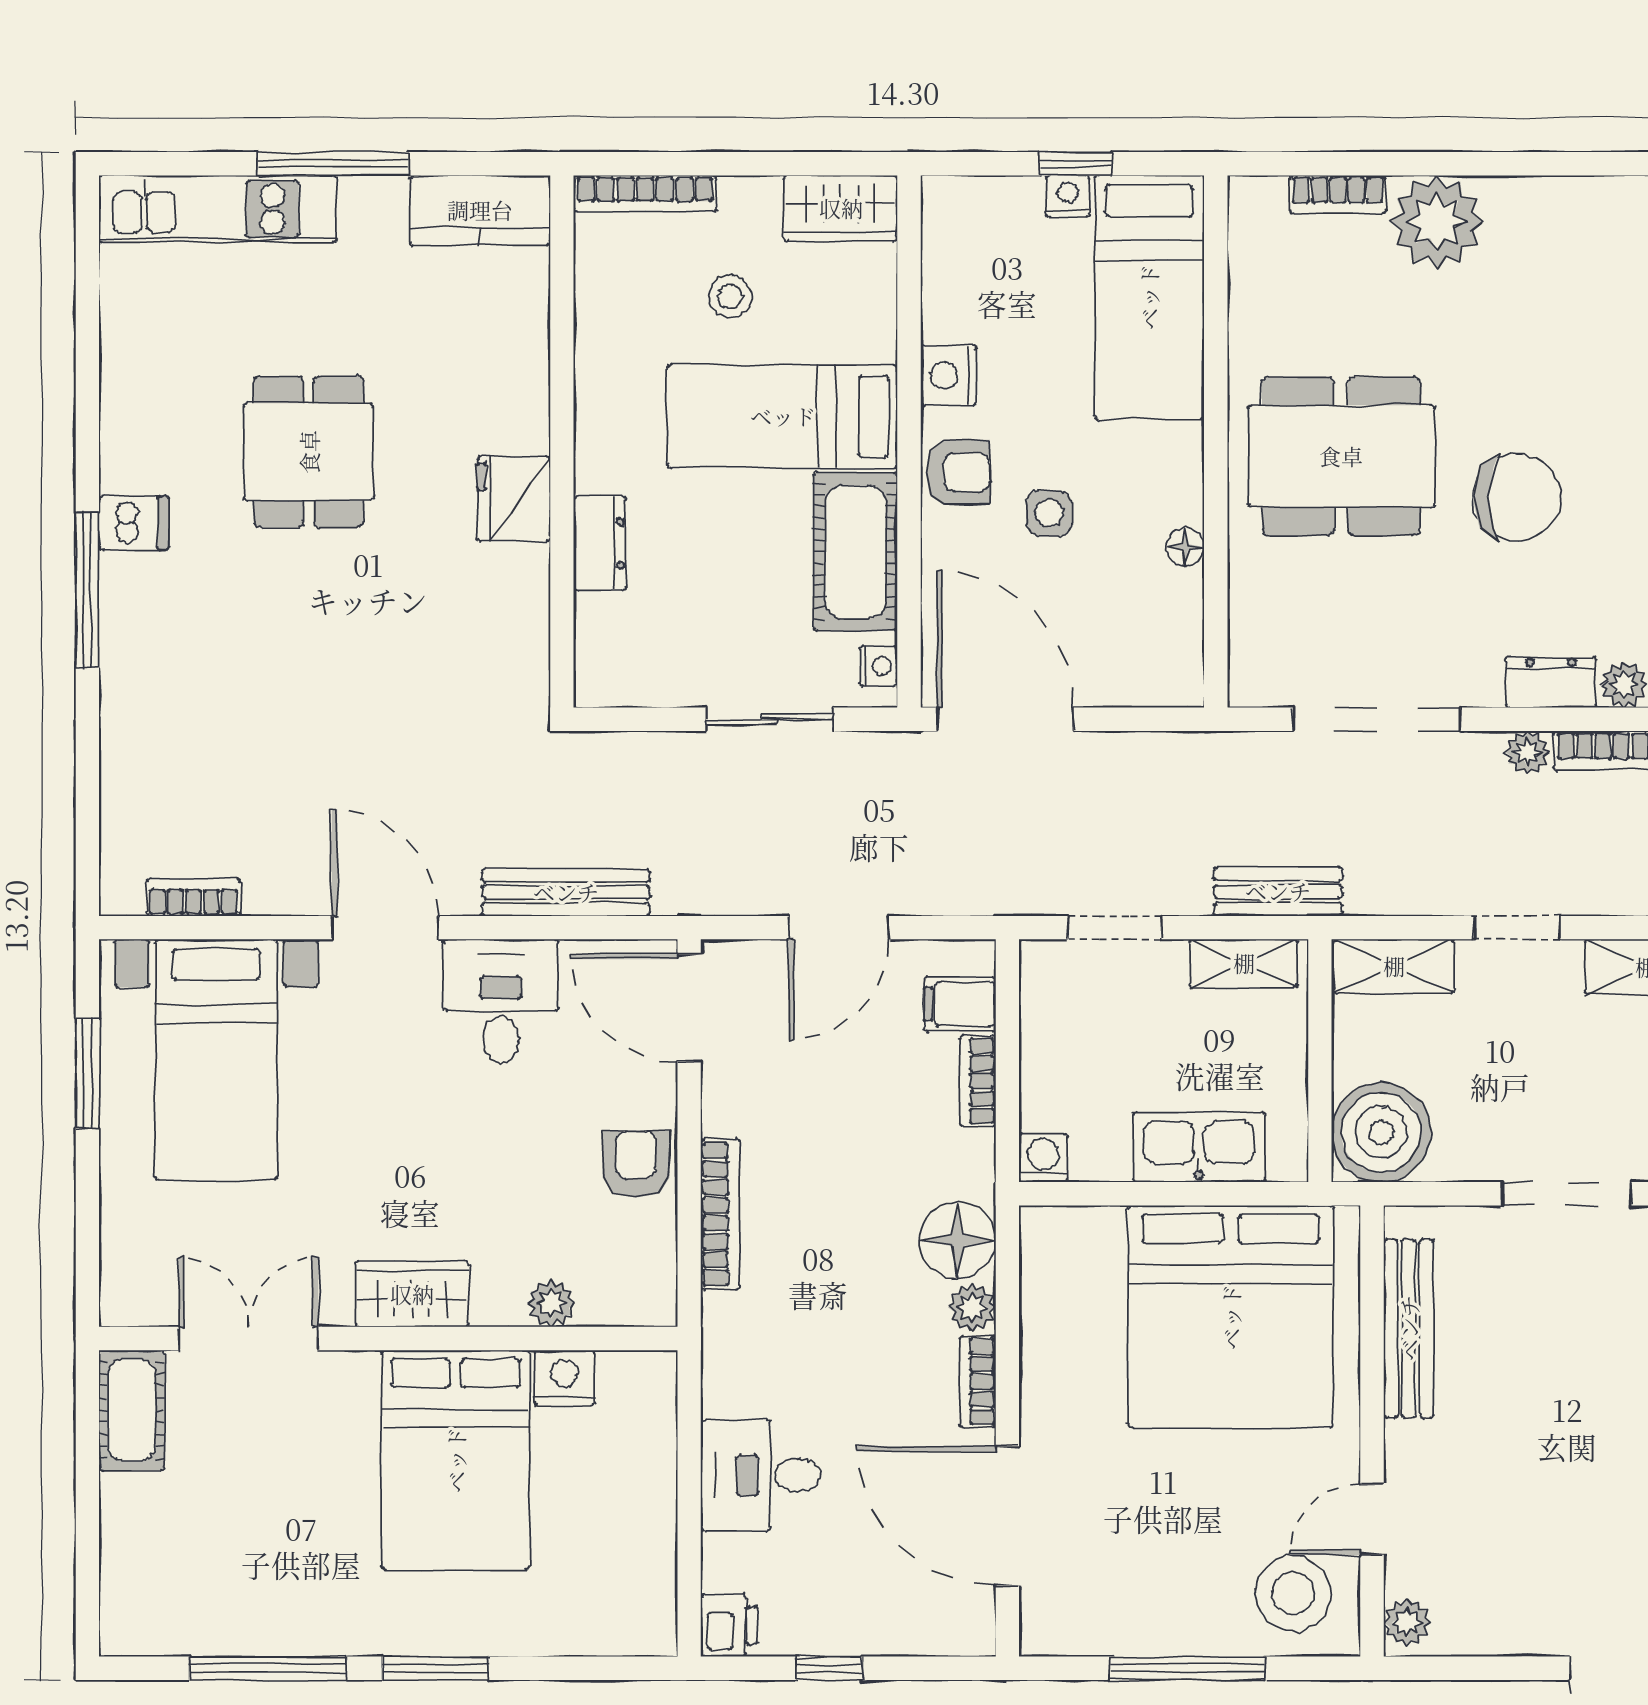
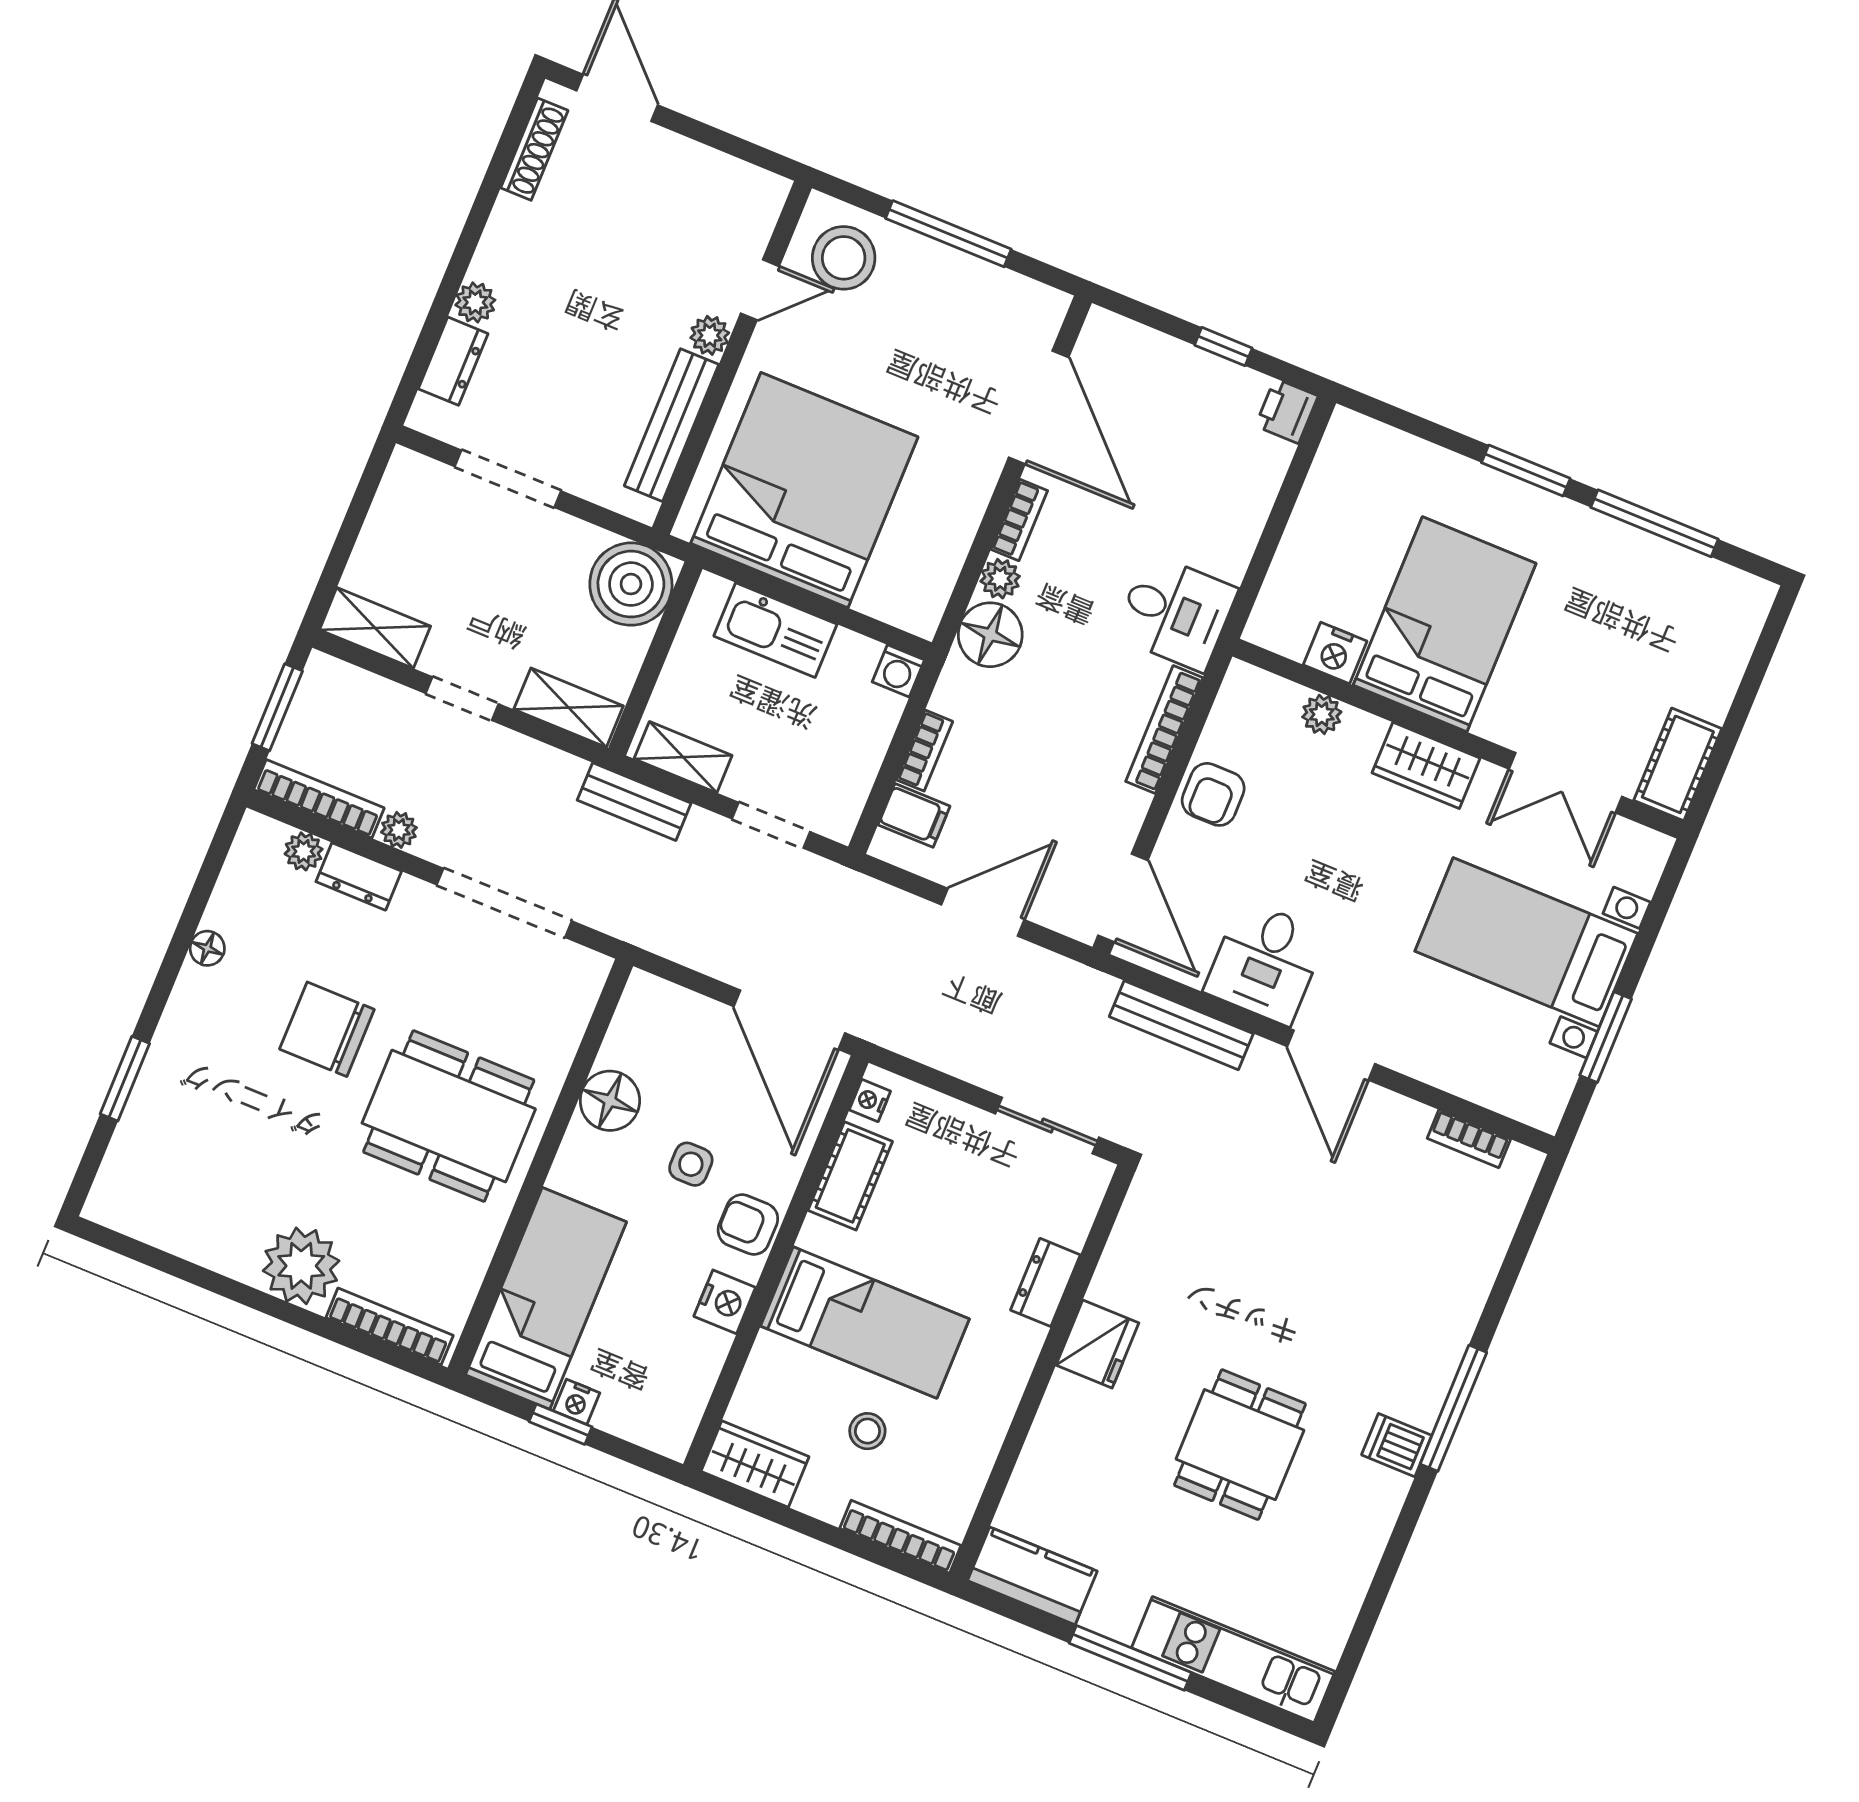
bookcase: (1338, 195) -> (390, 1326), width x1.56
floor lamp: (1185, 547) -> (610, 1101), width x1.89, depth x1.89
cot: (855, 552) -> (850, 1176), width x0.73, depth x0.75
sliding door: (770, 719) -> (1047, 1126), moved
bed with nightstands: (216, 1059) -> (1526, 942), moved, turned -90
desk: (761, 1475) -> (1176, 612), moved
plant: (1407, 1622) -> (710, 335), moved

